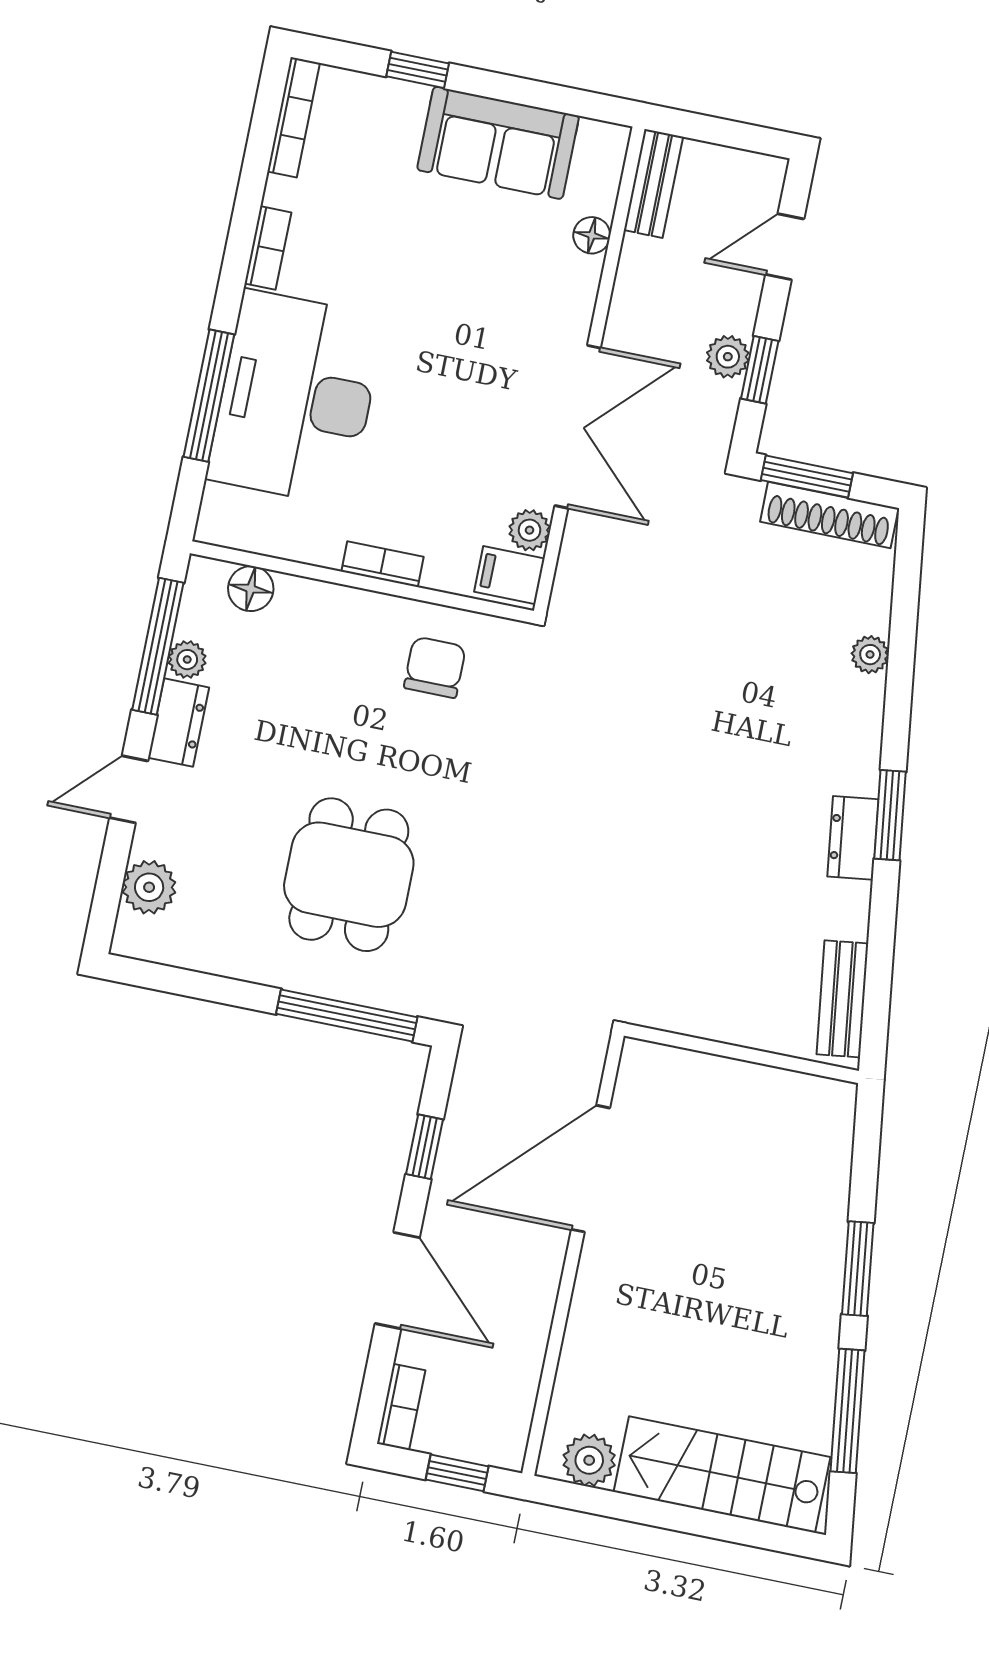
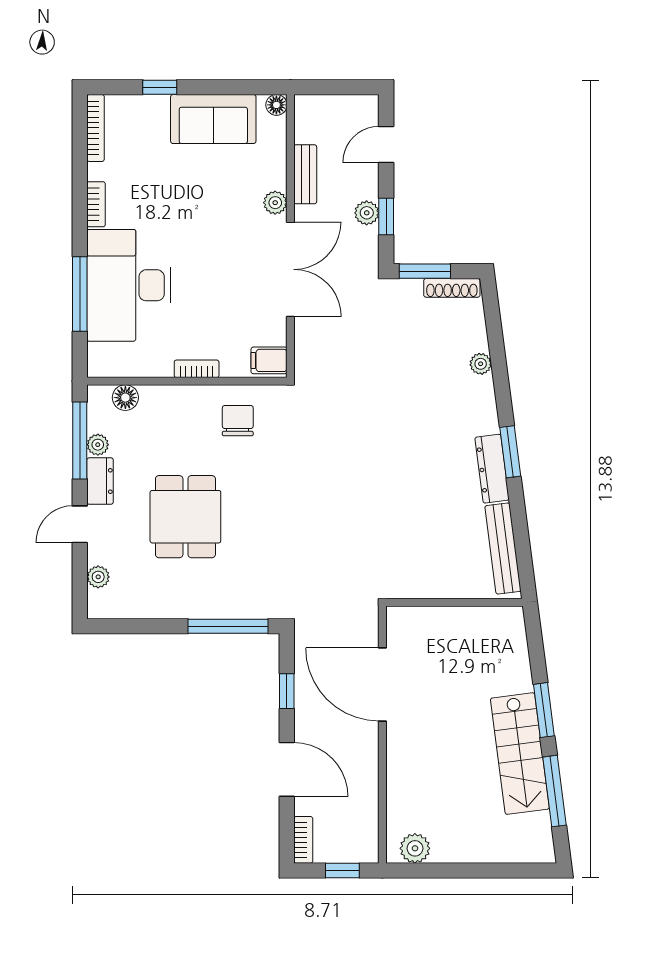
bench: (653, 183) -> (305, 174), moved
floor lamp: (592, 235) -> (276, 105), moved
shoe rack: (829, 515) -> (452, 288), width x0.74, depth x0.81
plant: (530, 530) -> (275, 203), moved
dresser: (853, 838) -> (492, 469), width x1.44
dining table: (349, 875) -> (185, 517), moved
plant: (149, 887) -> (98, 577), width x0.73, depth x0.73
bench: (842, 999) -> (503, 548), width x1.36
door: (590, 1169) -> (382, 684), hinge flipped
stairs: (722, 1474) -> (520, 754), moved, turned -97

